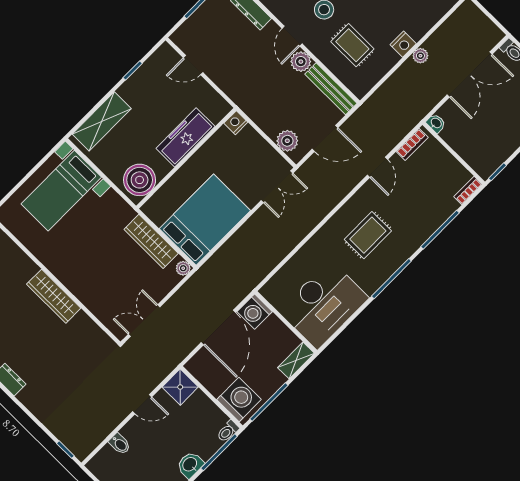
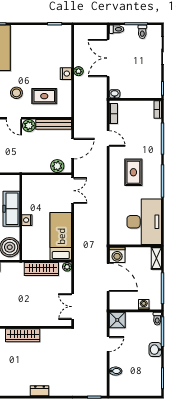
double door: (470, 75) -> (108, 58), swing flipped
nightstand: (236, 123) -> (27, 220), moved
bed: (205, 220) -> (61, 236), width x0.67
washing machine: (239, 399) -> (144, 304), width x0.53, depth x0.53

